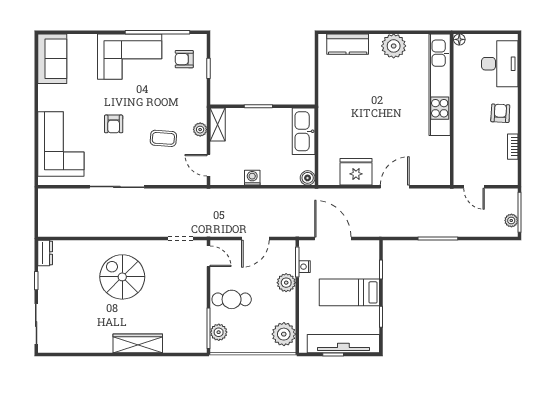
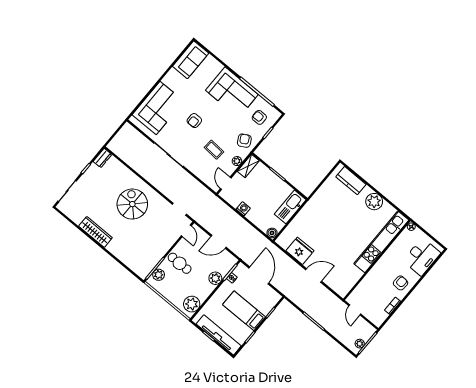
armchair: (189, 100) -> (244, 141), added
wardrobe: (138, 343) -> (95, 232), moved

